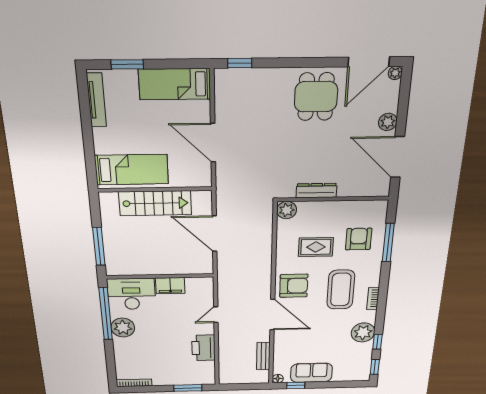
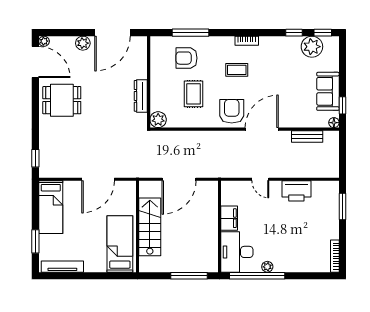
coffee table: (341, 290) -> (237, 70), width x0.54, depth x0.58
plant: (123, 328) -> (267, 267), width x0.53, depth x0.53
plant: (363, 332) -> (312, 47), moved

